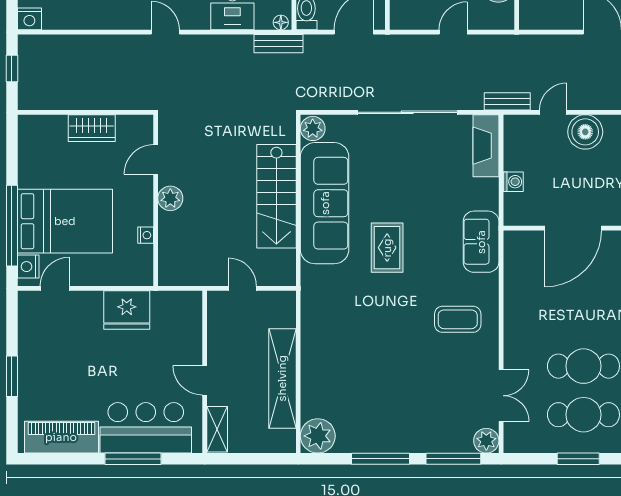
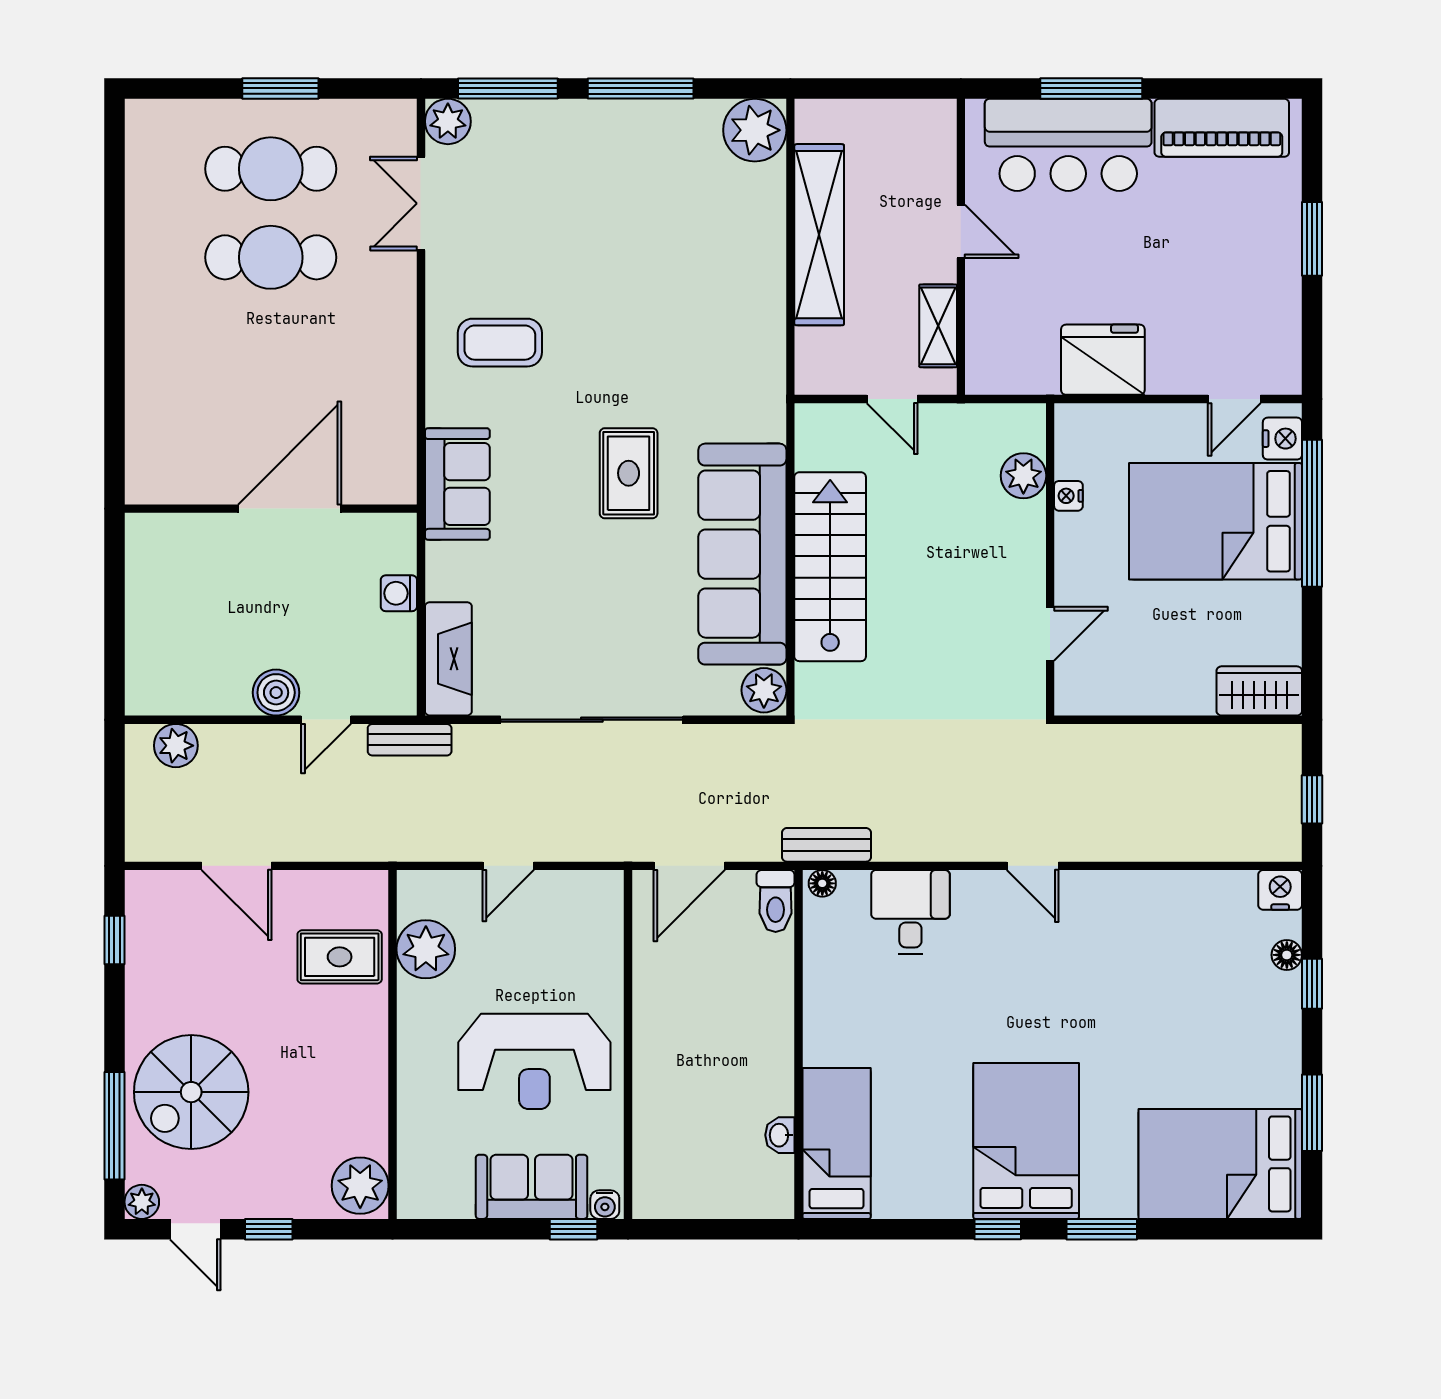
wardrobe: (92, 128) -> (1259, 691), moved
boiler: (585, 132) -> (276, 693), width x0.73, depth x0.73
plant: (170, 198) -> (1023, 476), moved
shelving: (217, 429) -> (938, 326), moved

